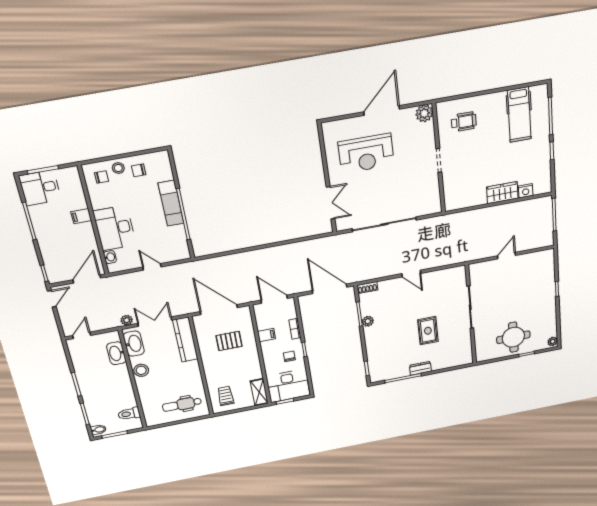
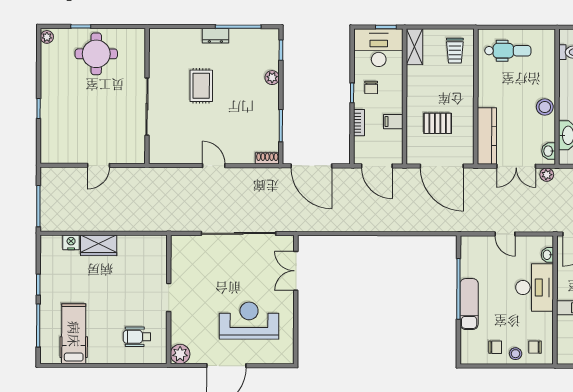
plant: (368, 321) -> (272, 78), moved
washbasin: (134, 344) -> (549, 151), width x0.52, depth x0.69

